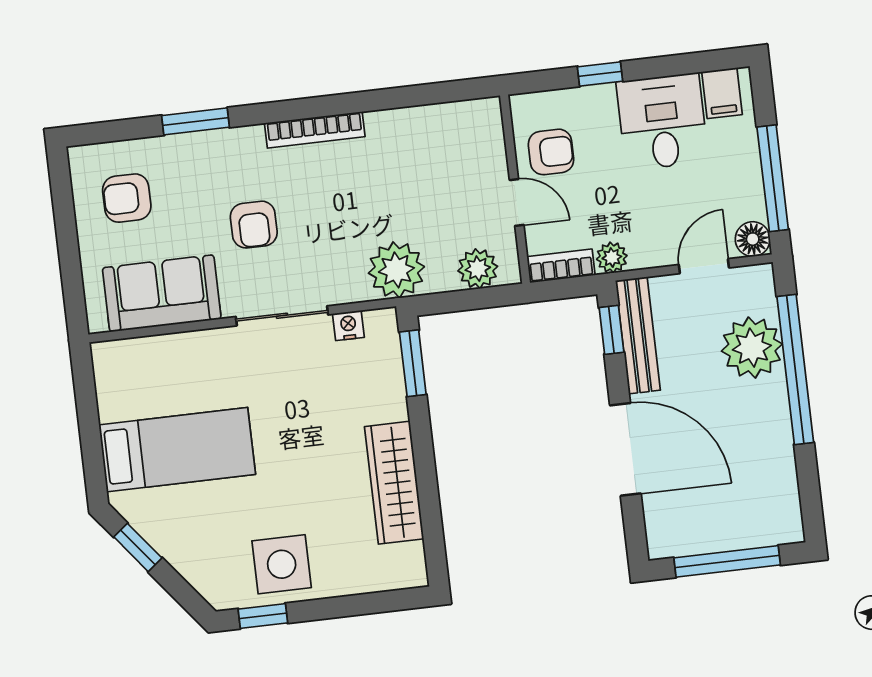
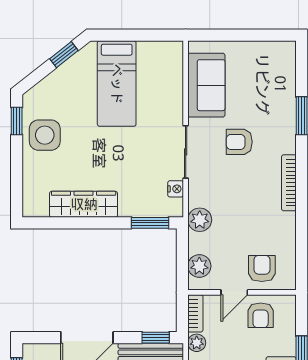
armchair: (127, 198) -> (262, 268), moved
plant: (396, 270) -> (200, 220), width x0.73, depth x0.73

